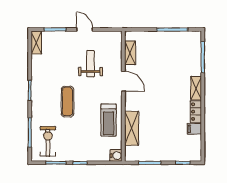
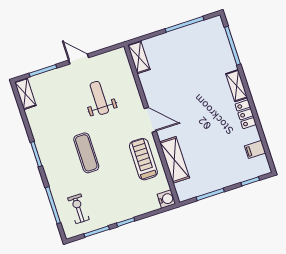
shelving: (130, 53) -> (139, 57), moved
door: (123, 81) -> (150, 120), moved
treadmill: (109, 120) -> (143, 159), turned 180
filing cabinet: (194, 129) -> (255, 149), moved
exercise bike: (48, 141) -> (78, 209), width x0.73, depth x0.72

